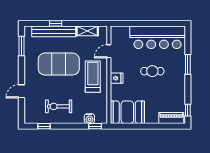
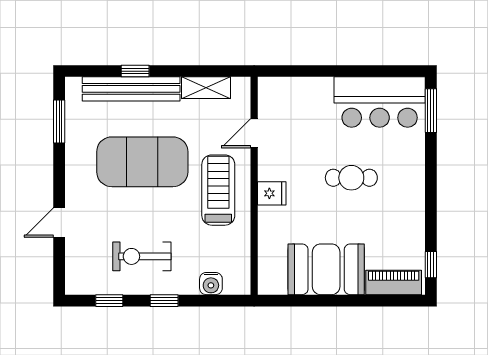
bar counter: (158, 37) -> (380, 102), width x0.73
window: (188, 64) -> (431, 111), moved
booth: (127, 112) -> (326, 269), moved
window: (95, 126) -> (164, 301), moved

